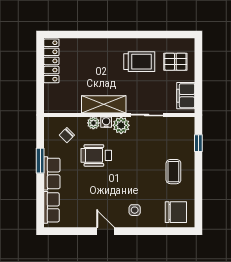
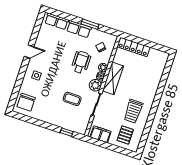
locker: (51, 61) -> (134, 47), moved
coffee table: (173, 172) -> (72, 99), moved

